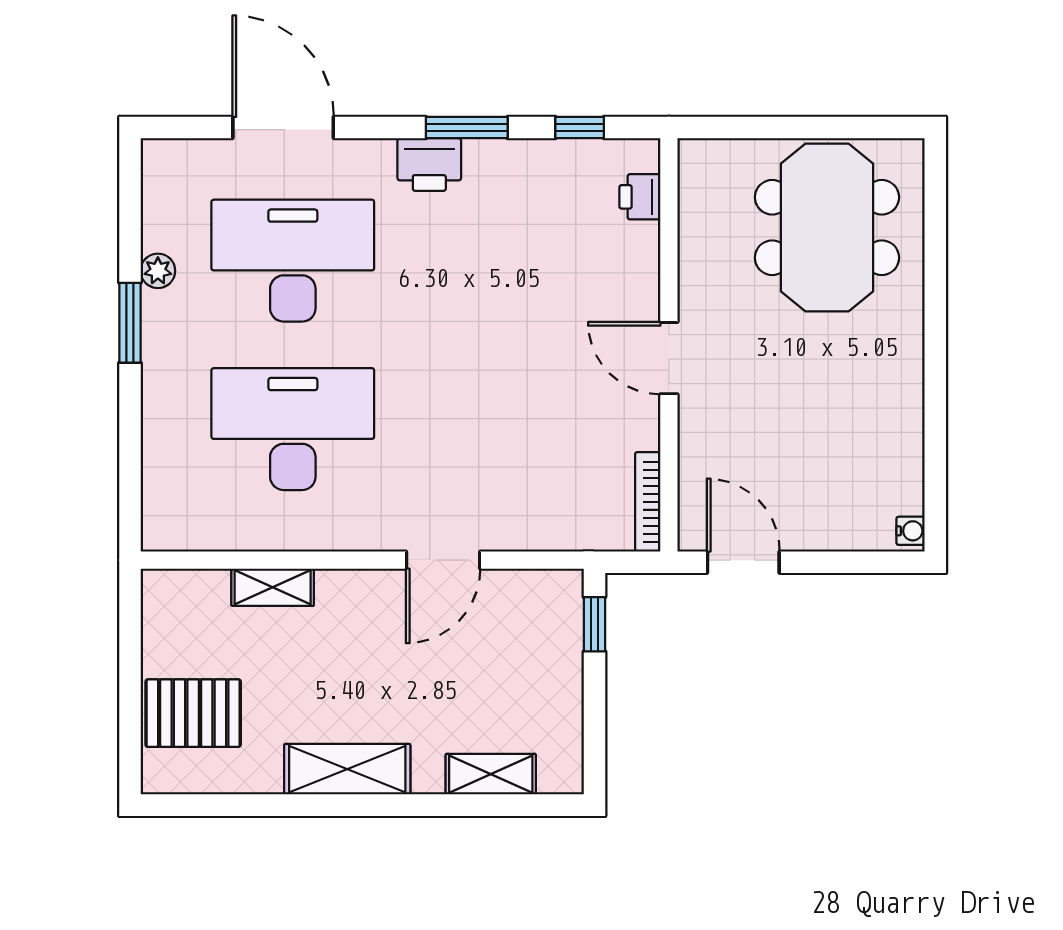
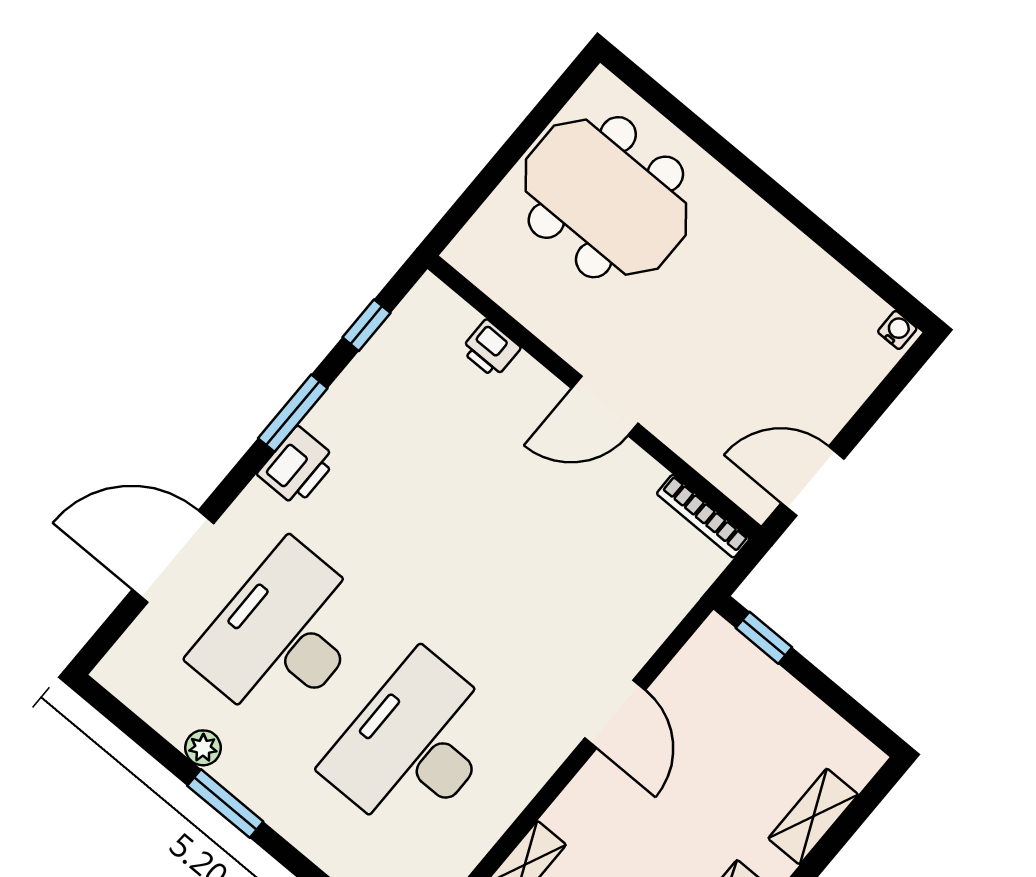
printer: (640, 197) -> (491, 349), moved

